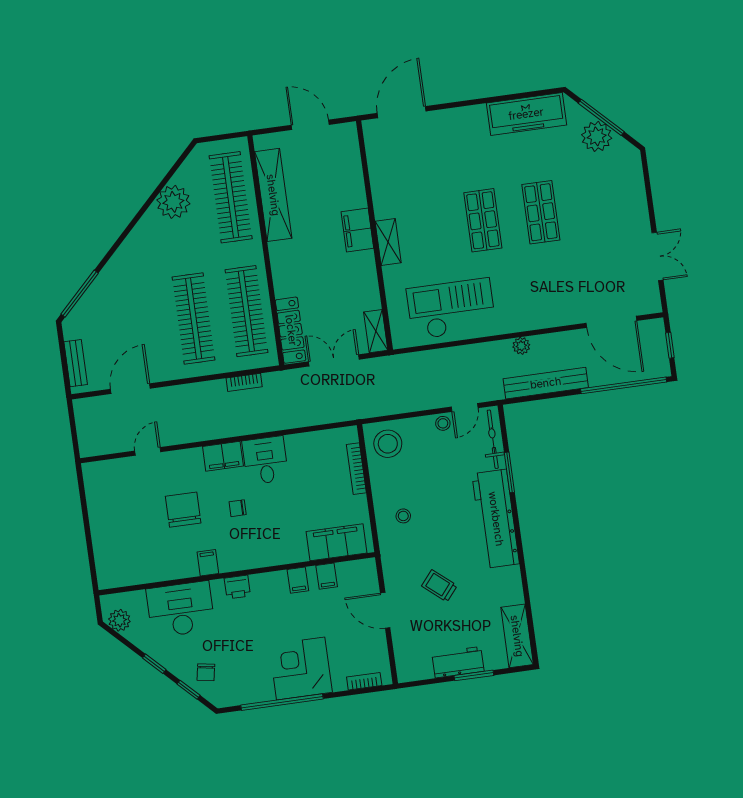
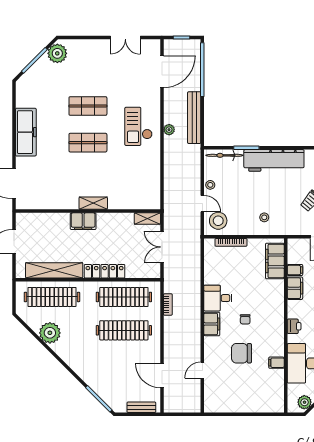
freezer: (526, 114) -> (26, 132), moved
plant: (597, 136) -> (57, 53), moved
double door: (658, 256) -> (125, 38), swing flipped
checkout: (451, 309) -> (138, 126), moved, width x0.73, depth x0.83
locker: (291, 330) -> (105, 271), moved
door: (465, 407) -> (202, 204), moved
door: (148, 451) -> (202, 370), hinge flipped
filing cabinet: (208, 563) -> (276, 363), moved
filing cabinet: (298, 580) -> (295, 288), width x2.00

